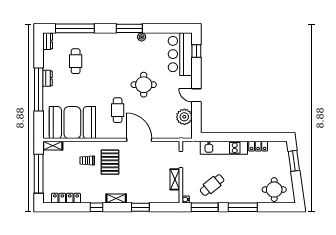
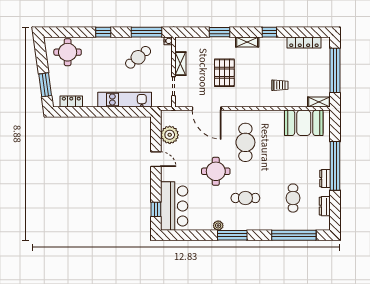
dresser: (48, 41) -> (325, 206), moved
cafe table: (118, 61) -> (245, 198), added
cafe table: (118, 110) -> (245, 142), width x1.37, depth x1.35
booth: (72, 123) -> (304, 123), width x0.73, depth x0.70
door: (139, 140) -> (207, 109), moved
locker: (258, 146) -> (71, 101), moved
pallet: (110, 162) -> (224, 73), moved
window: (243, 207) -> (103, 32), width x0.46

